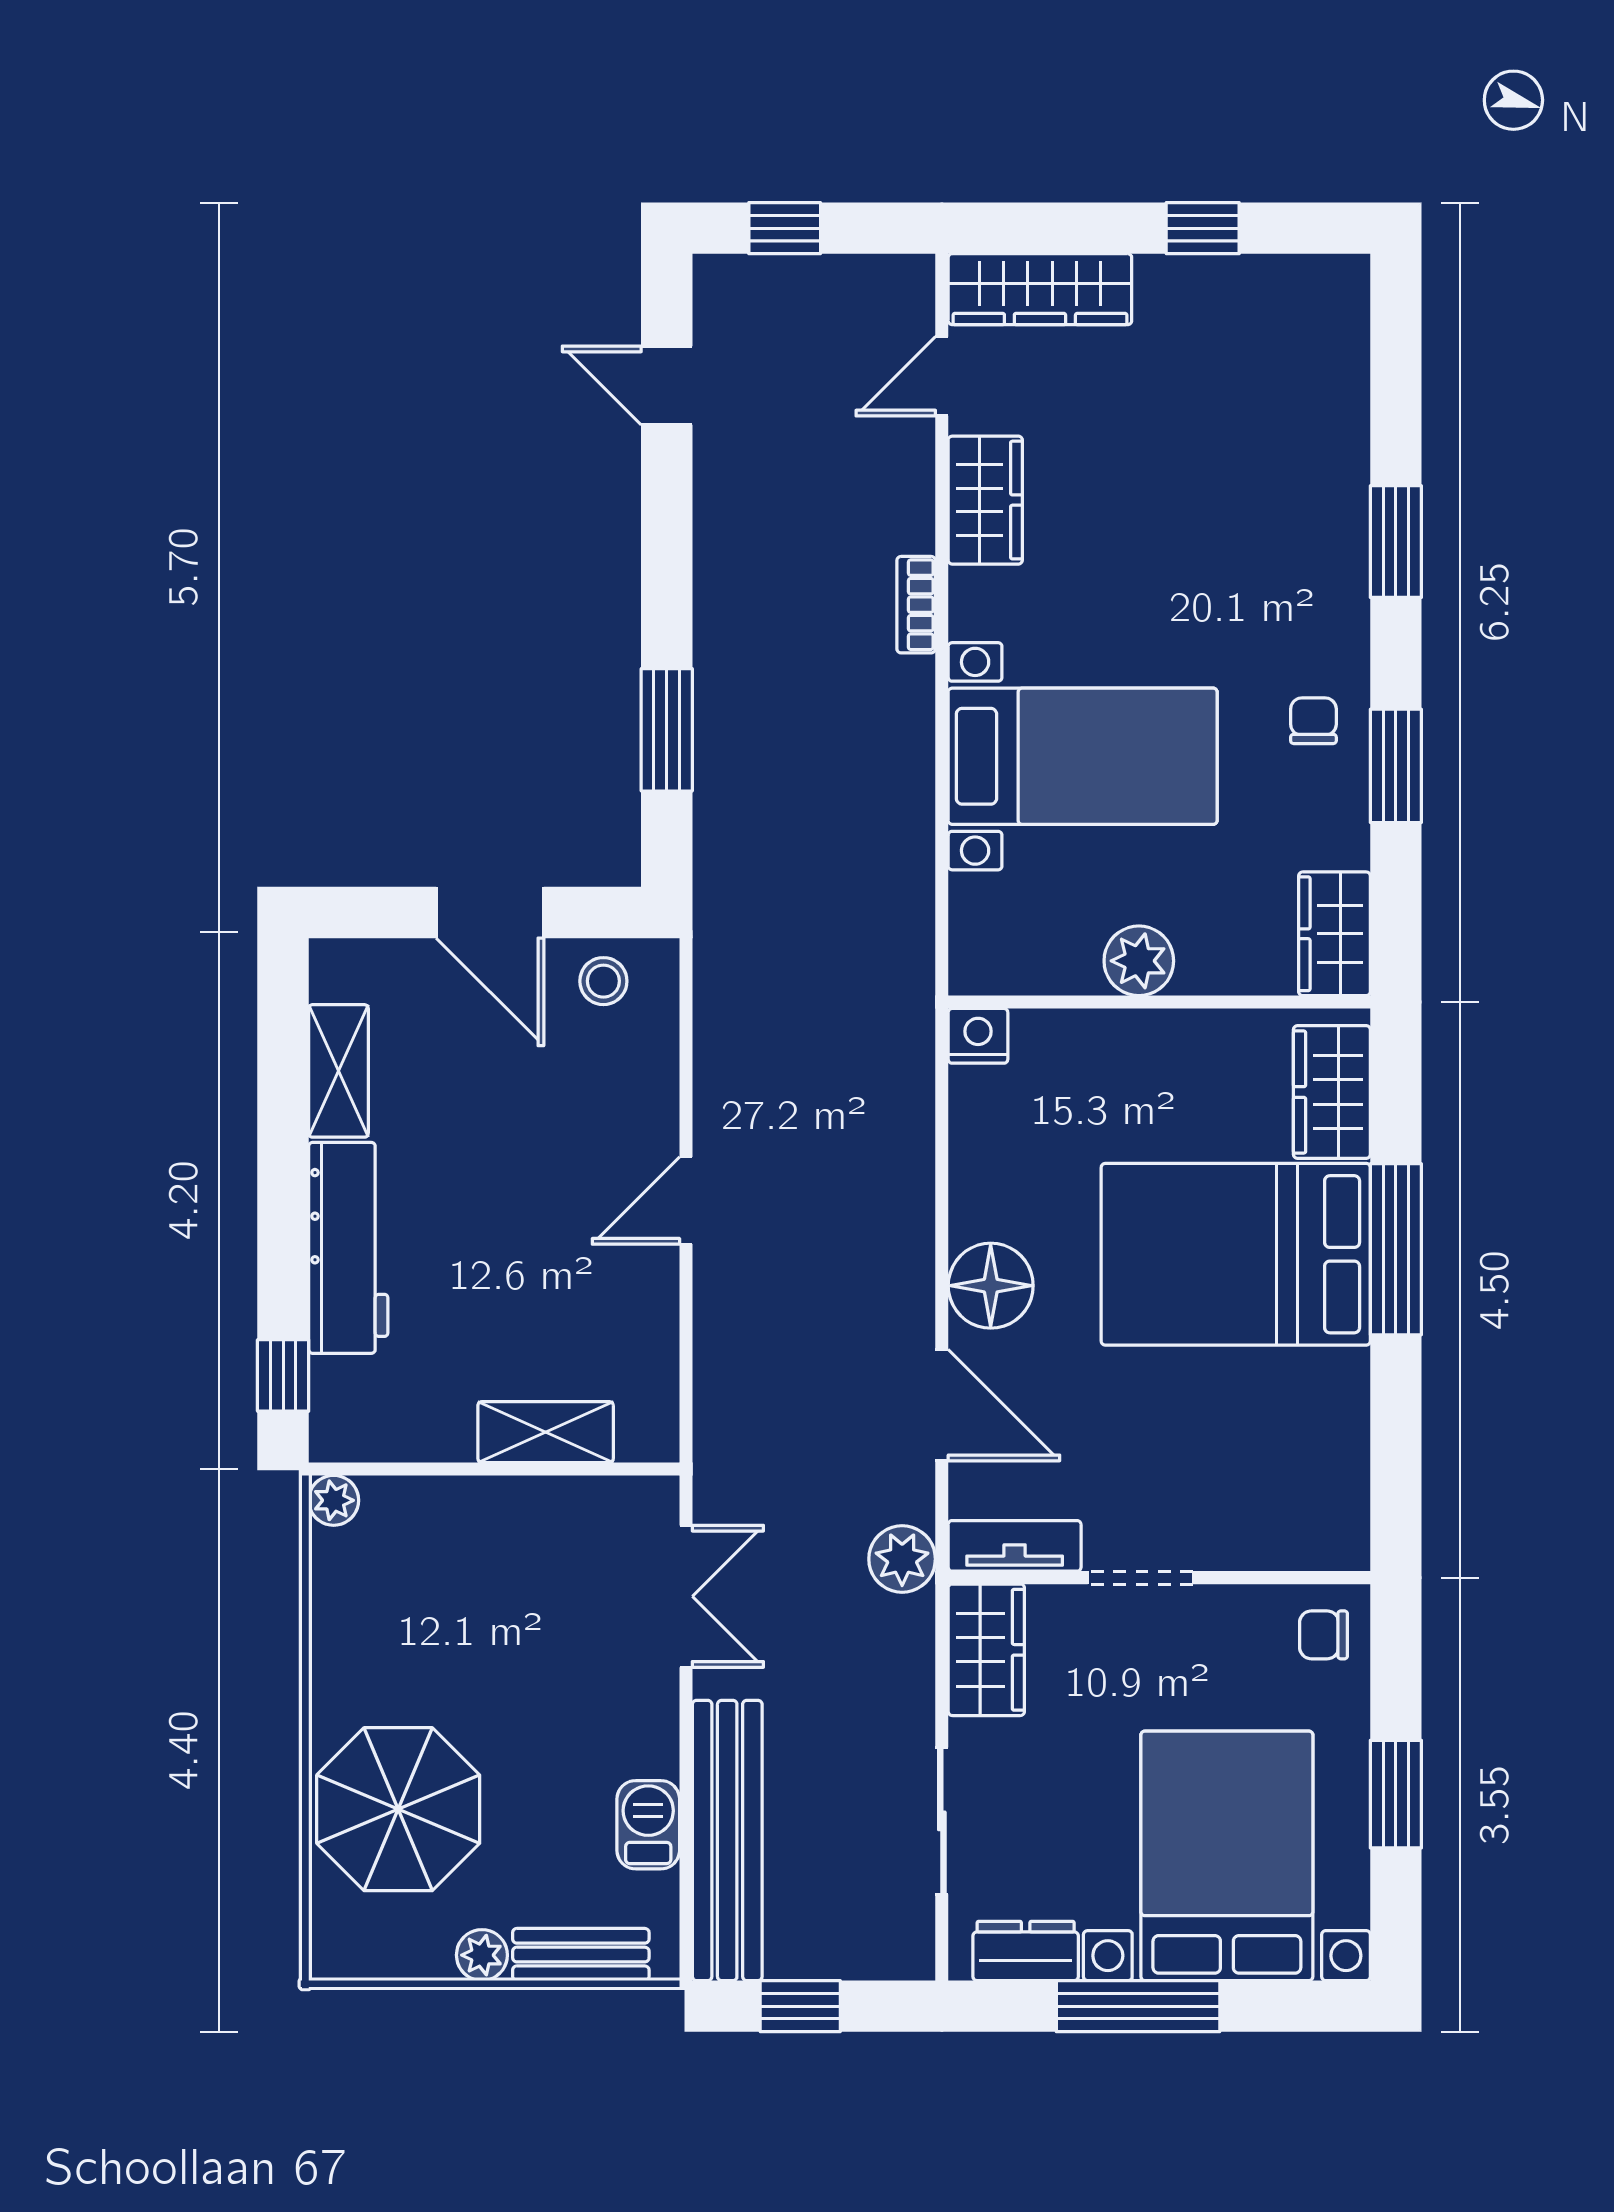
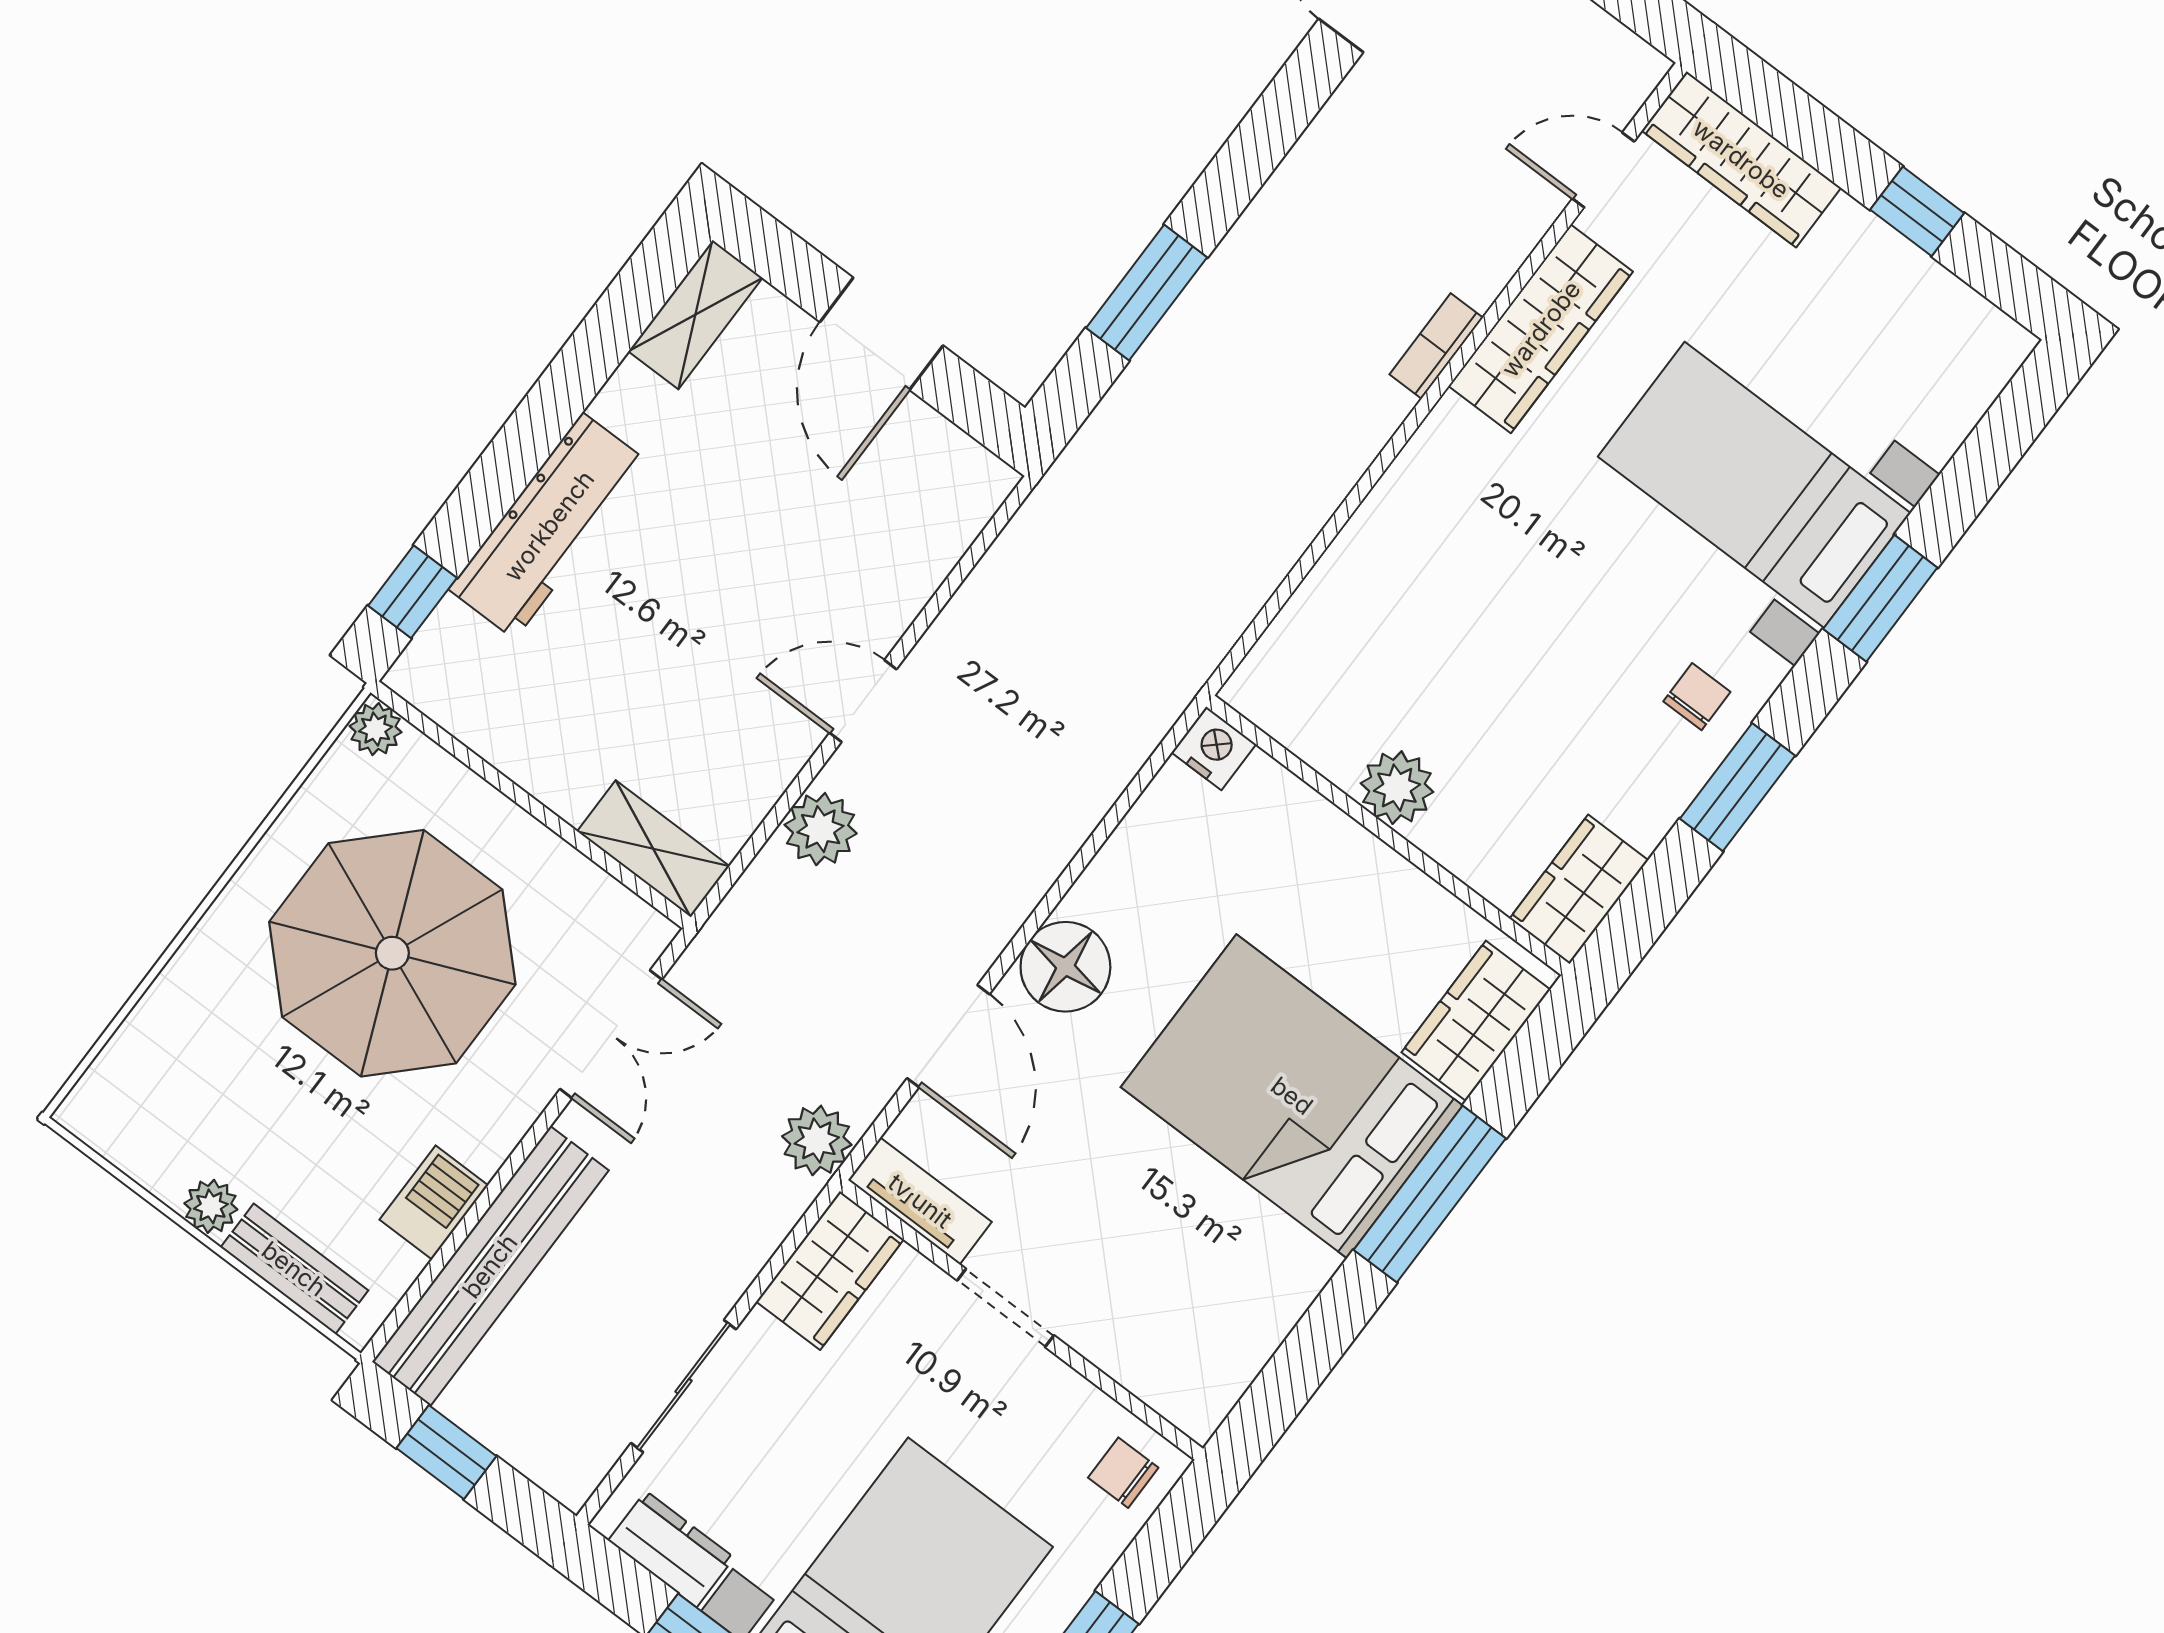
wardrobe: (985, 500) -> (1541, 329), width x1.50
bed with nightstands: (1083, 756) -> (1754, 485), moved, turned 180
stool: (603, 981) -> (933, 464), removed
shelving: (338, 1071) -> (695, 315), moved
plant: (727, 1322) -> (821, 829), added
shelving: (546, 1432) -> (653, 849), moved
parasol: (398, 1809) -> (392, 953), moved, width x1.36, depth x1.36

